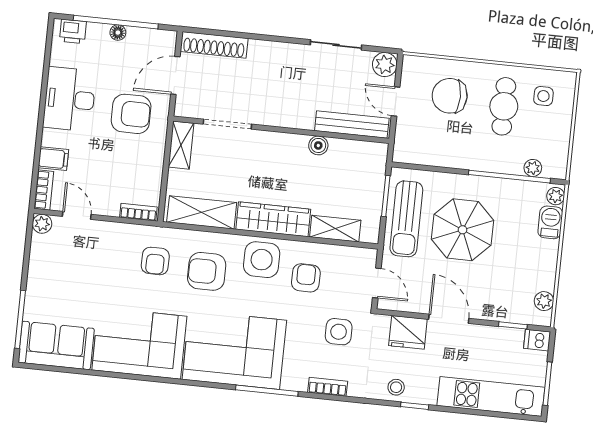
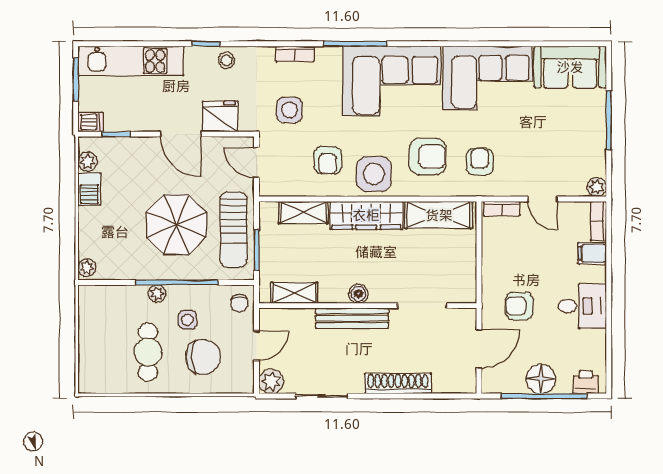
floor lamp: (118, 33) -> (541, 379), width x1.89, depth x1.89
shoe rack: (214, 45) -> (398, 383), moved
side table: (543, 96) -> (187, 320), moved
desk: (69, 99) -> (582, 306), width x0.73
door: (396, 101) -> (256, 346), hinge flipped
armchair: (131, 114) -> (519, 306), width x0.72, depth x0.72
bench: (352, 124) -> (352, 318), moved
shelving: (181, 145) -> (294, 293), moved, turned 90
boiler: (318, 145) -> (358, 294), moved
chair: (408, 145) -> (239, 303), added
plant: (533, 168) -> (157, 293), moved
window: (509, 177) -> (177, 282), moved
door: (77, 215) -> (543, 199), moved
sun lounger: (406, 219) -> (234, 230), turned 180
barbecue: (550, 222) -> (89, 189), moved
window: (20, 319) -> (609, 120), moved

